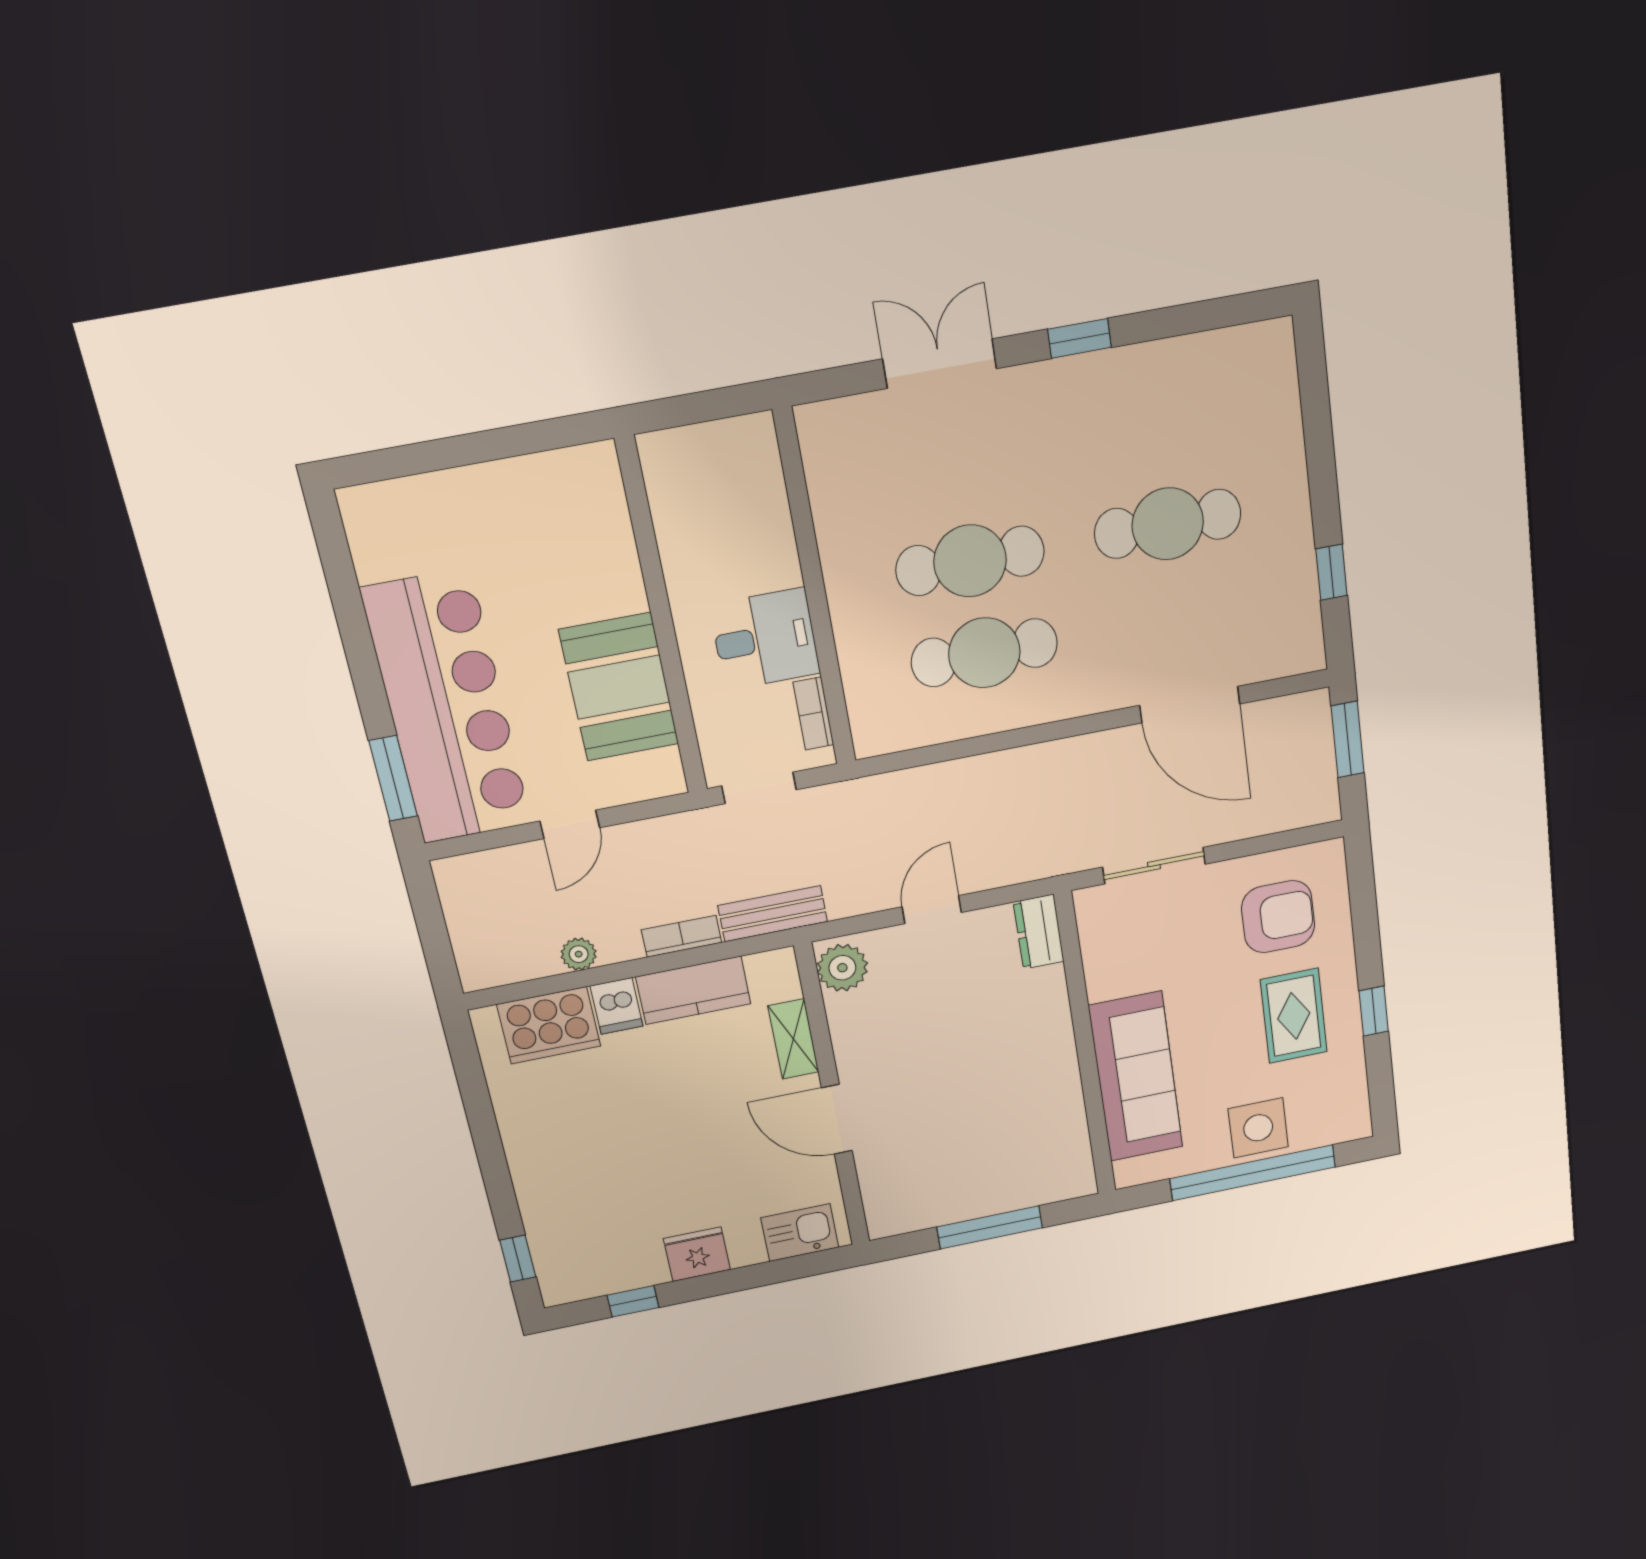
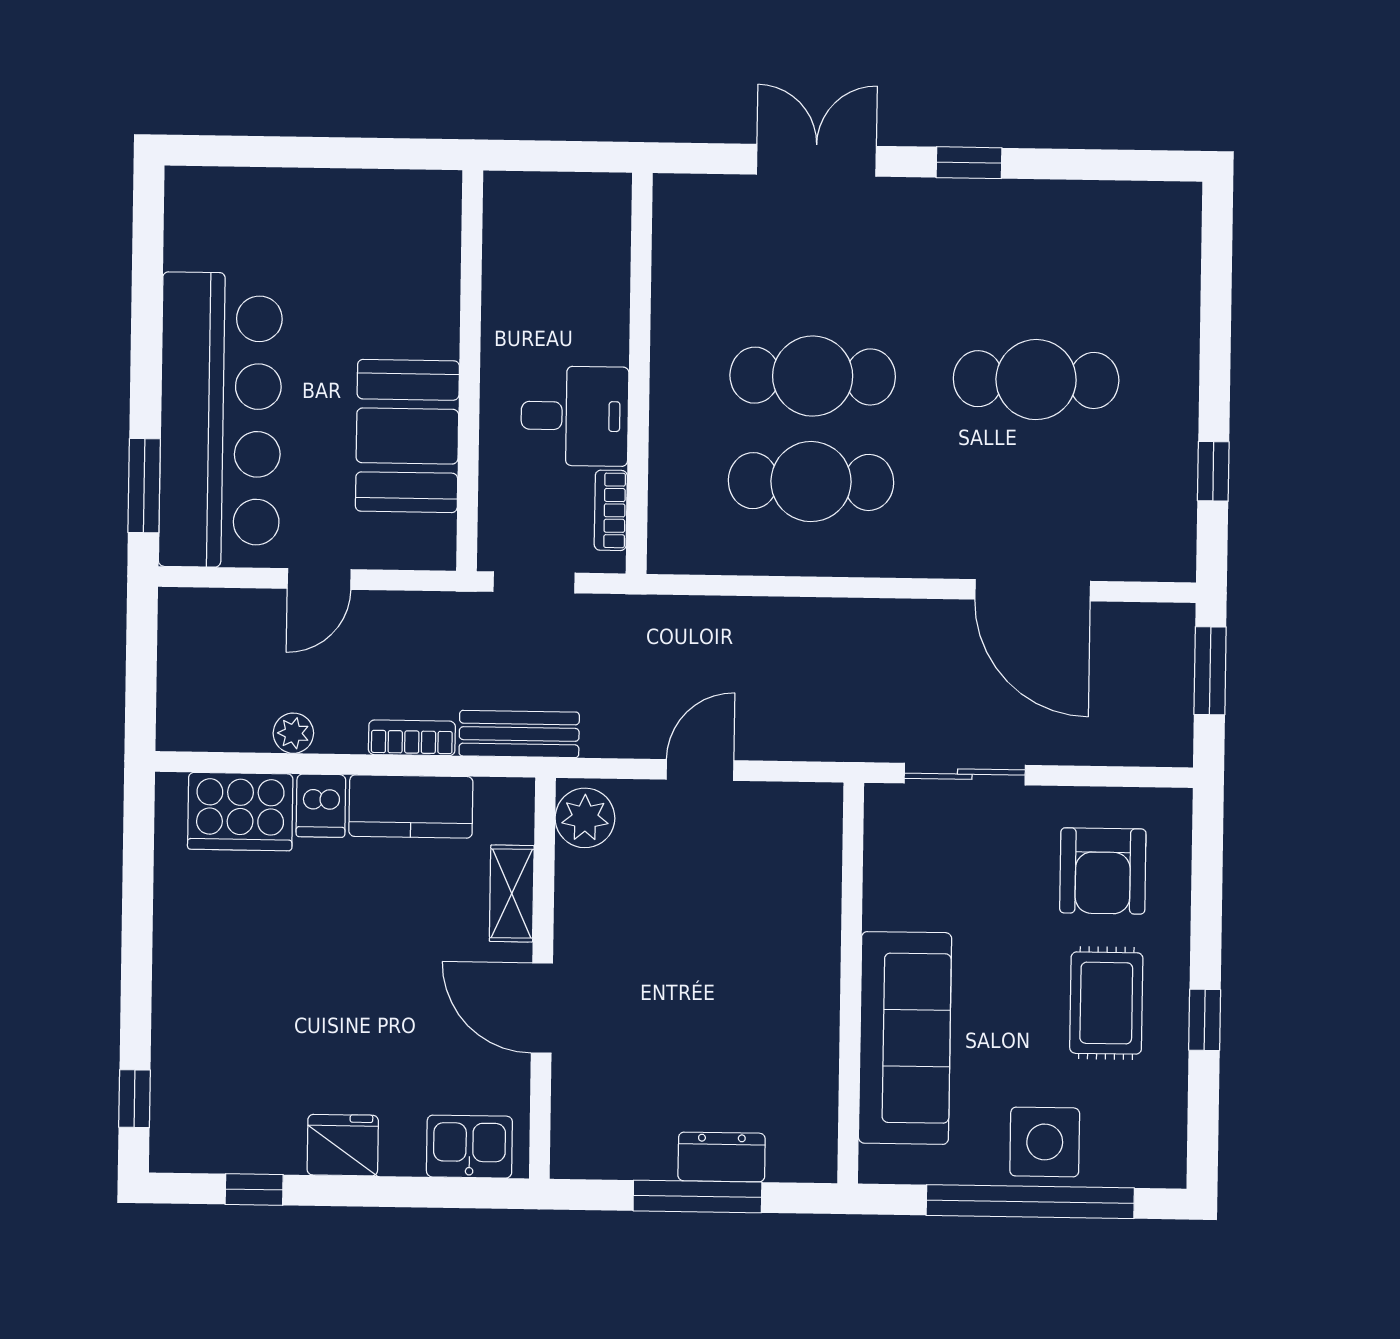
armchair: (1278, 917) -> (1103, 871), turned 90
dresser: (1039, 932) -> (722, 1157), moved, turned 90

